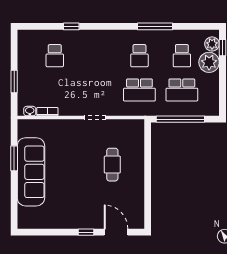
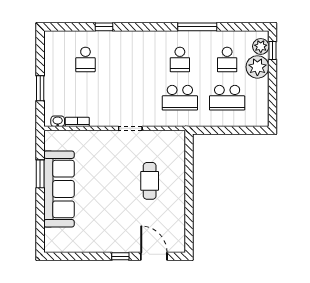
window: (180, 119) -> (225, 130), removed

